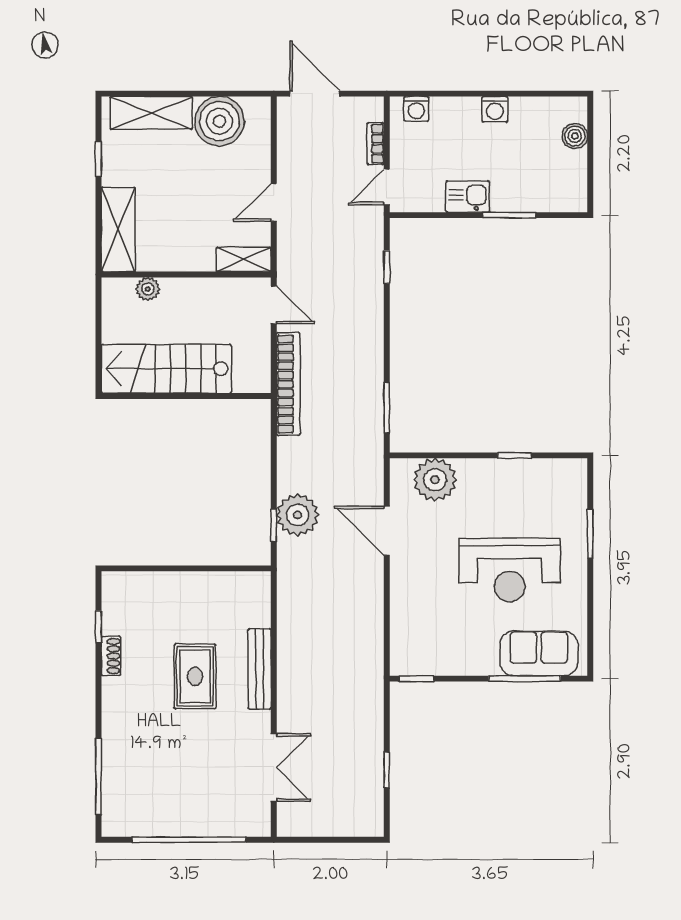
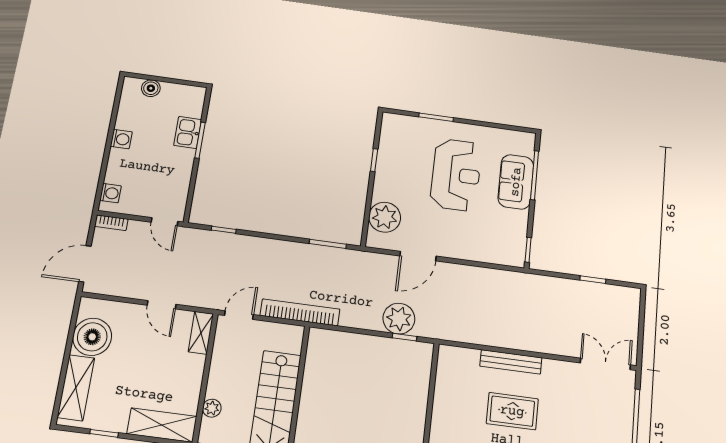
bookcase: (376, 144) -> (111, 223), moved
kitchen sink: (468, 197) -> (188, 132), moved
sofa: (539, 653) -> (516, 182), moved
double door: (274, 768) -> (605, 364), moved

